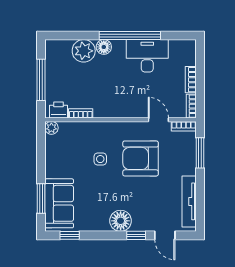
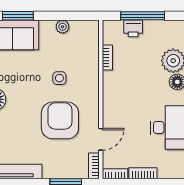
printer: (59, 110) -> (133, 28), moved, turned 90
plant: (51, 128) -> (63, 27), moved

